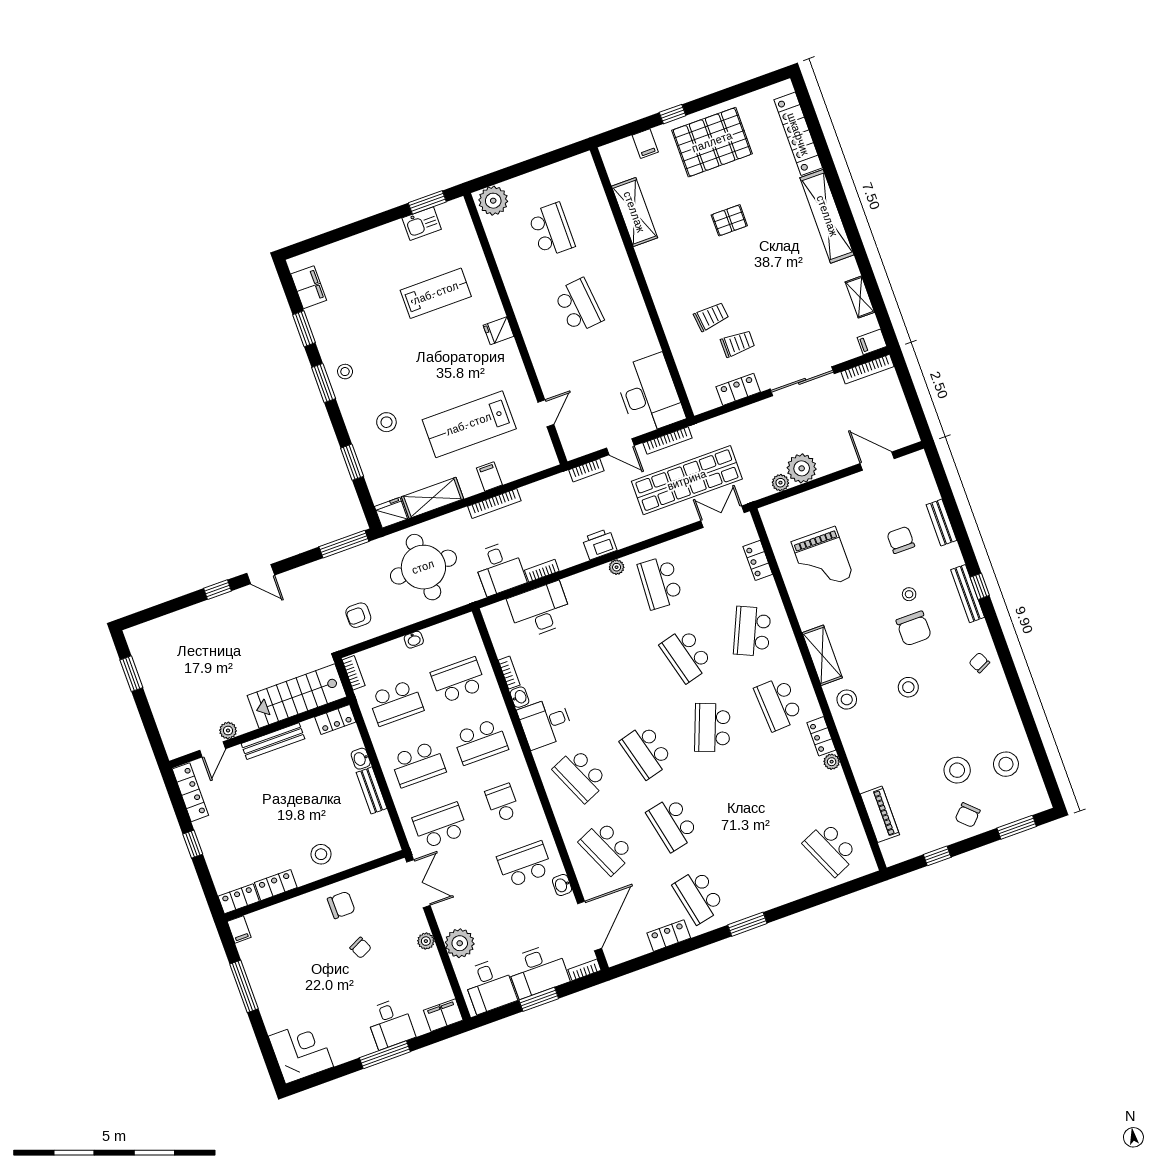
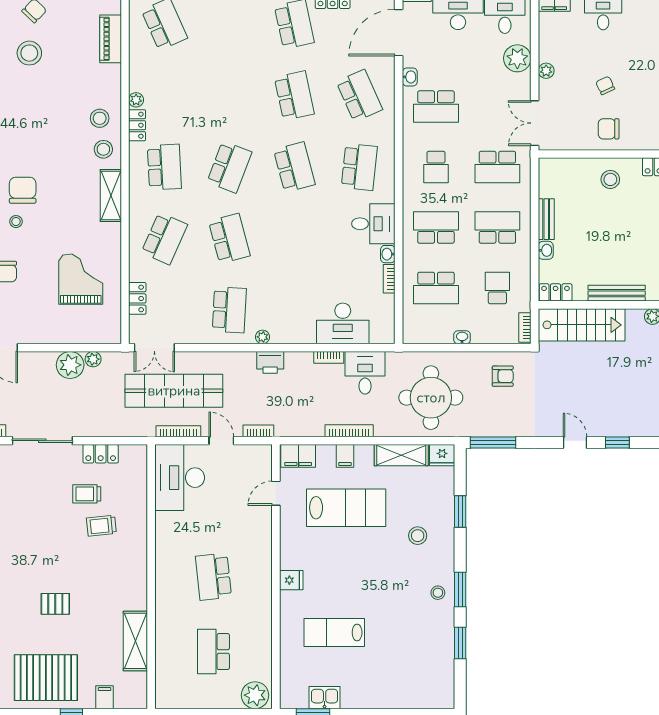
filing cabinet: (309, 287) -> (298, 456), moved, turned -90
stool: (908, 687) -> (100, 118), moved
school desk: (396, 703) -> (497, 288), width x0.54
school desk: (580, 775) -> (359, 167), turned 30

